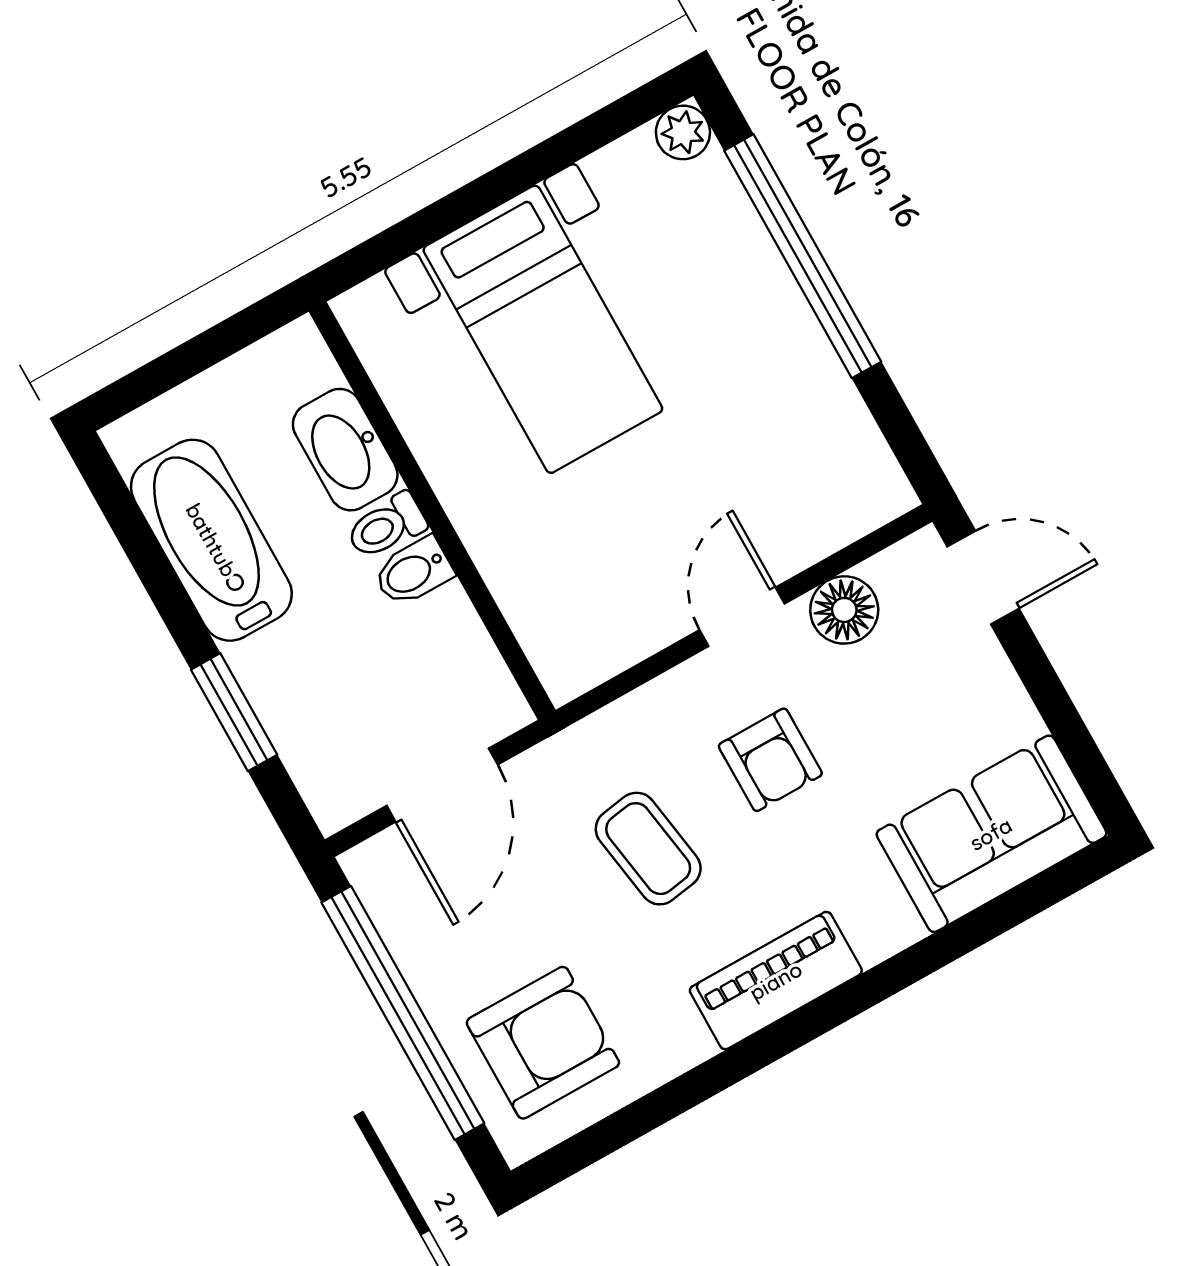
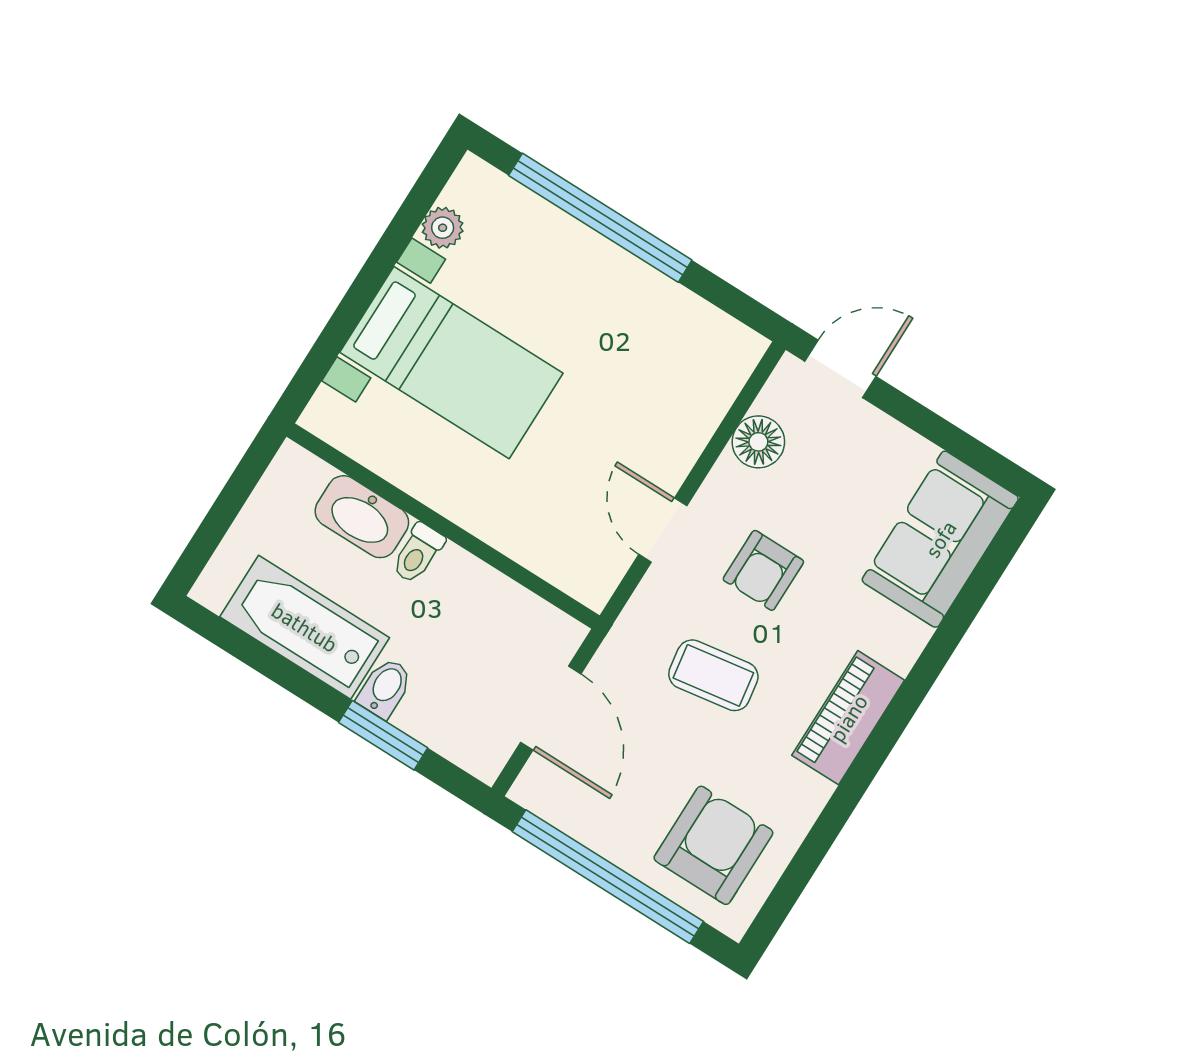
plant: (683, 132) -> (443, 228), moved
bidet: (413, 572) -> (385, 688), moved, turned 180
door: (742, 617) -> (663, 530), moved
armchair: (770, 760) -> (763, 570), turned 90

